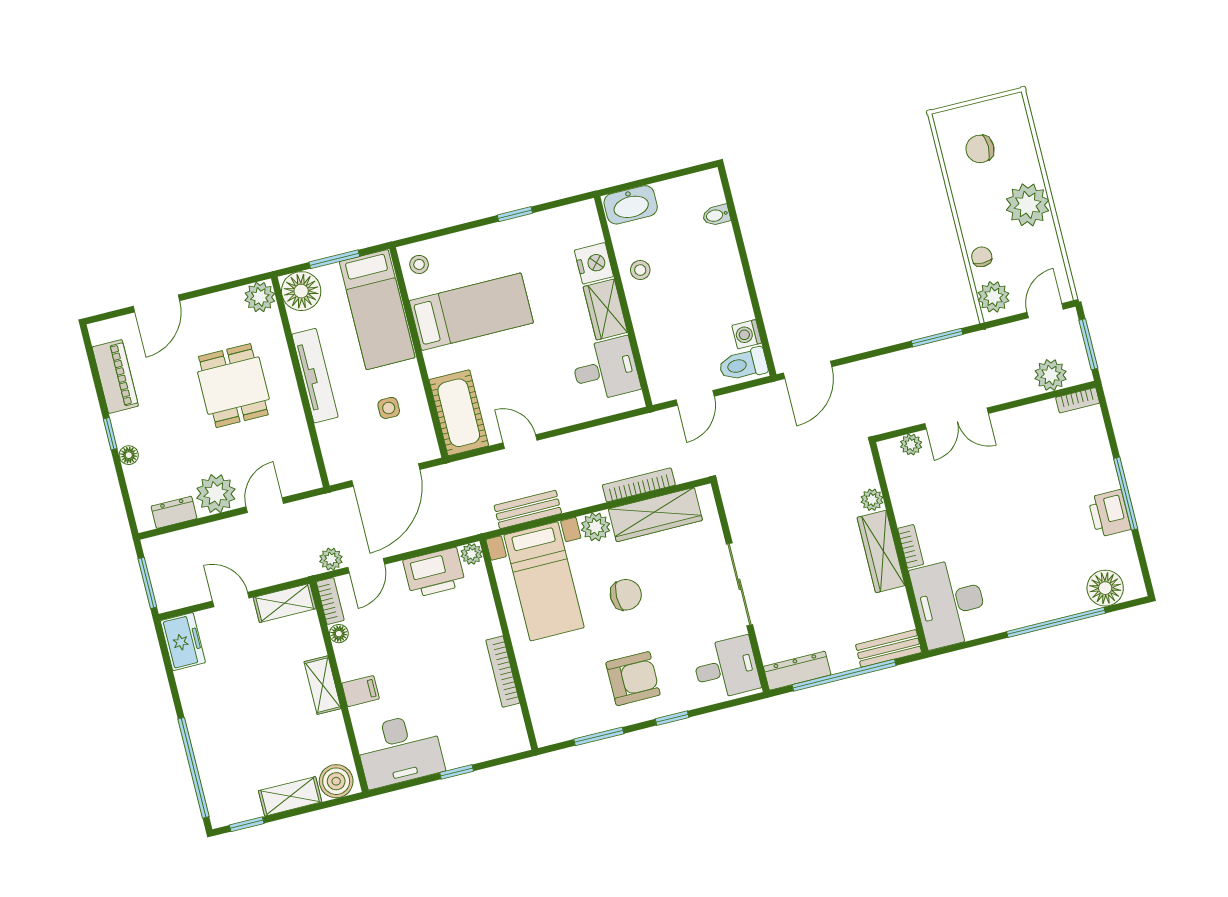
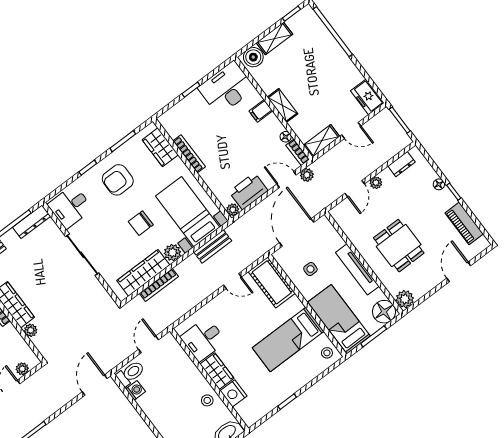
plant: (216, 494) -> (376, 183), width x0.53, depth x0.53
door: (366, 566) -> (286, 179), hinge flipped
wardrobe: (544, 701) -> (160, 147), added

